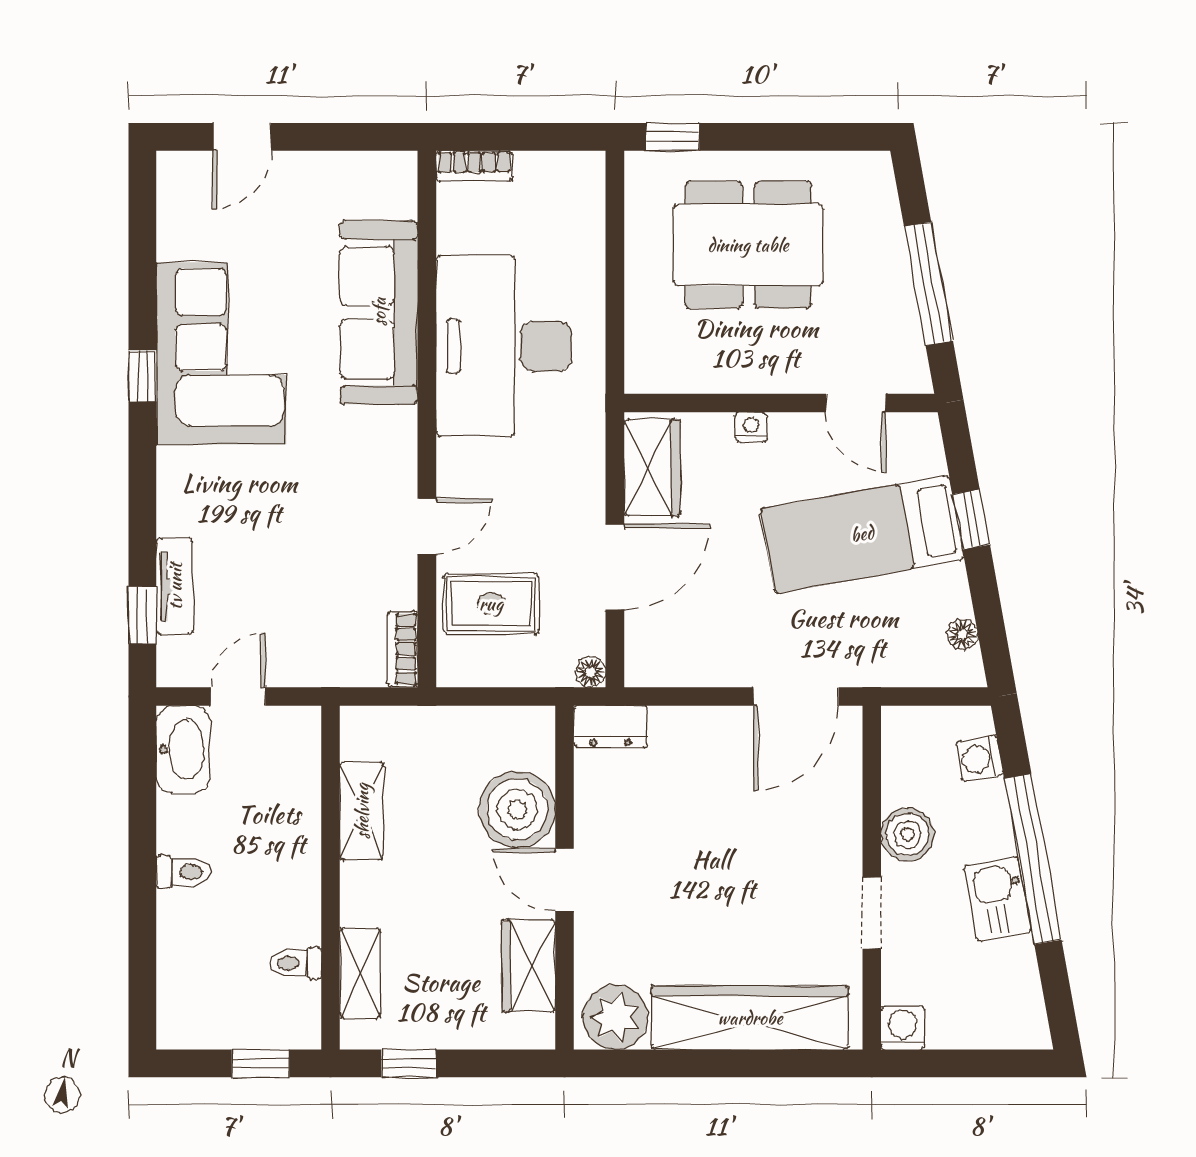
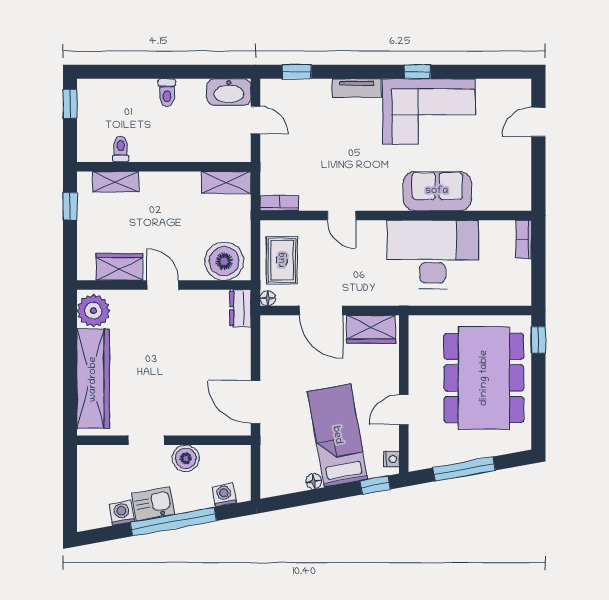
door: (242, 137) -> (538, 122), hinge flipped
dining table: (748, 245) -> (484, 378), width x1.36, depth x1.24
sofa: (379, 312) -> (437, 191), width x0.73
door: (856, 403) -> (404, 410), moved
nightstand: (751, 427) -> (392, 459), moved
window: (971, 520) -> (375, 485), moved
tv unit: (175, 586) -> (357, 88), moved
rug: (491, 604) -> (282, 260), moved
floor lamp: (962, 635) -> (314, 481), moved
boiler: (517, 809) -> (224, 261), moved
shelving: (362, 811) -> (226, 182), moved
door: (564, 880) -> (163, 285), hinge flipped
washing machine: (903, 1028) -> (122, 513), moved, turned -100
window: (260, 1063) -> (70, 104), moved

